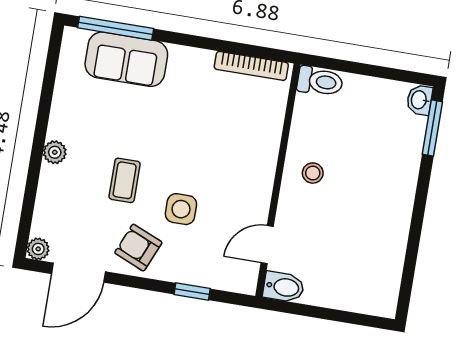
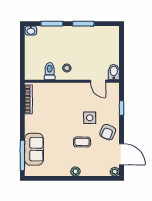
toilet: (320, 81) -> (50, 71), moved
window: (432, 128) -> (52, 24), moved
window: (415, 232) -> (83, 24), added

